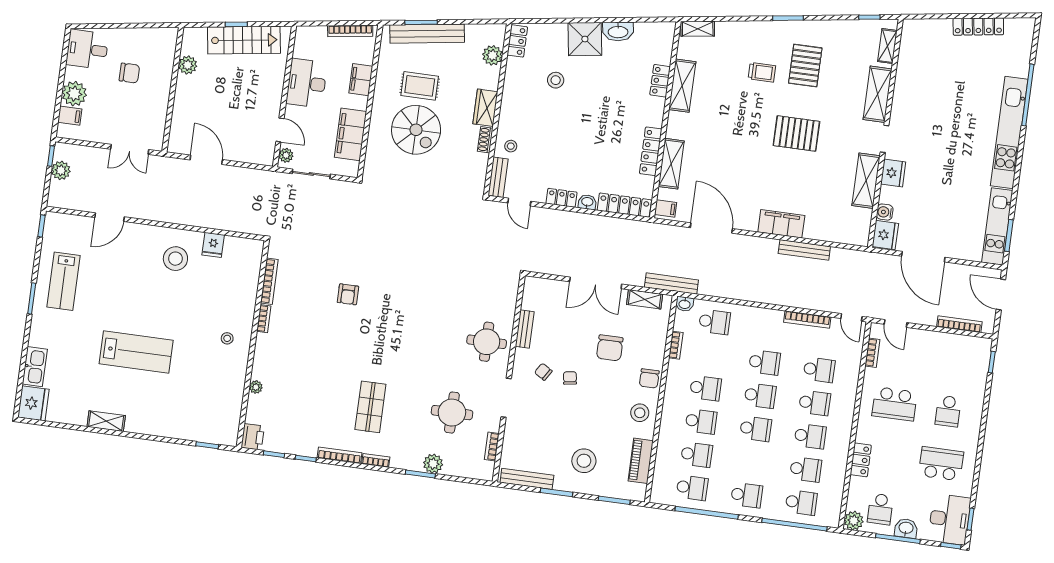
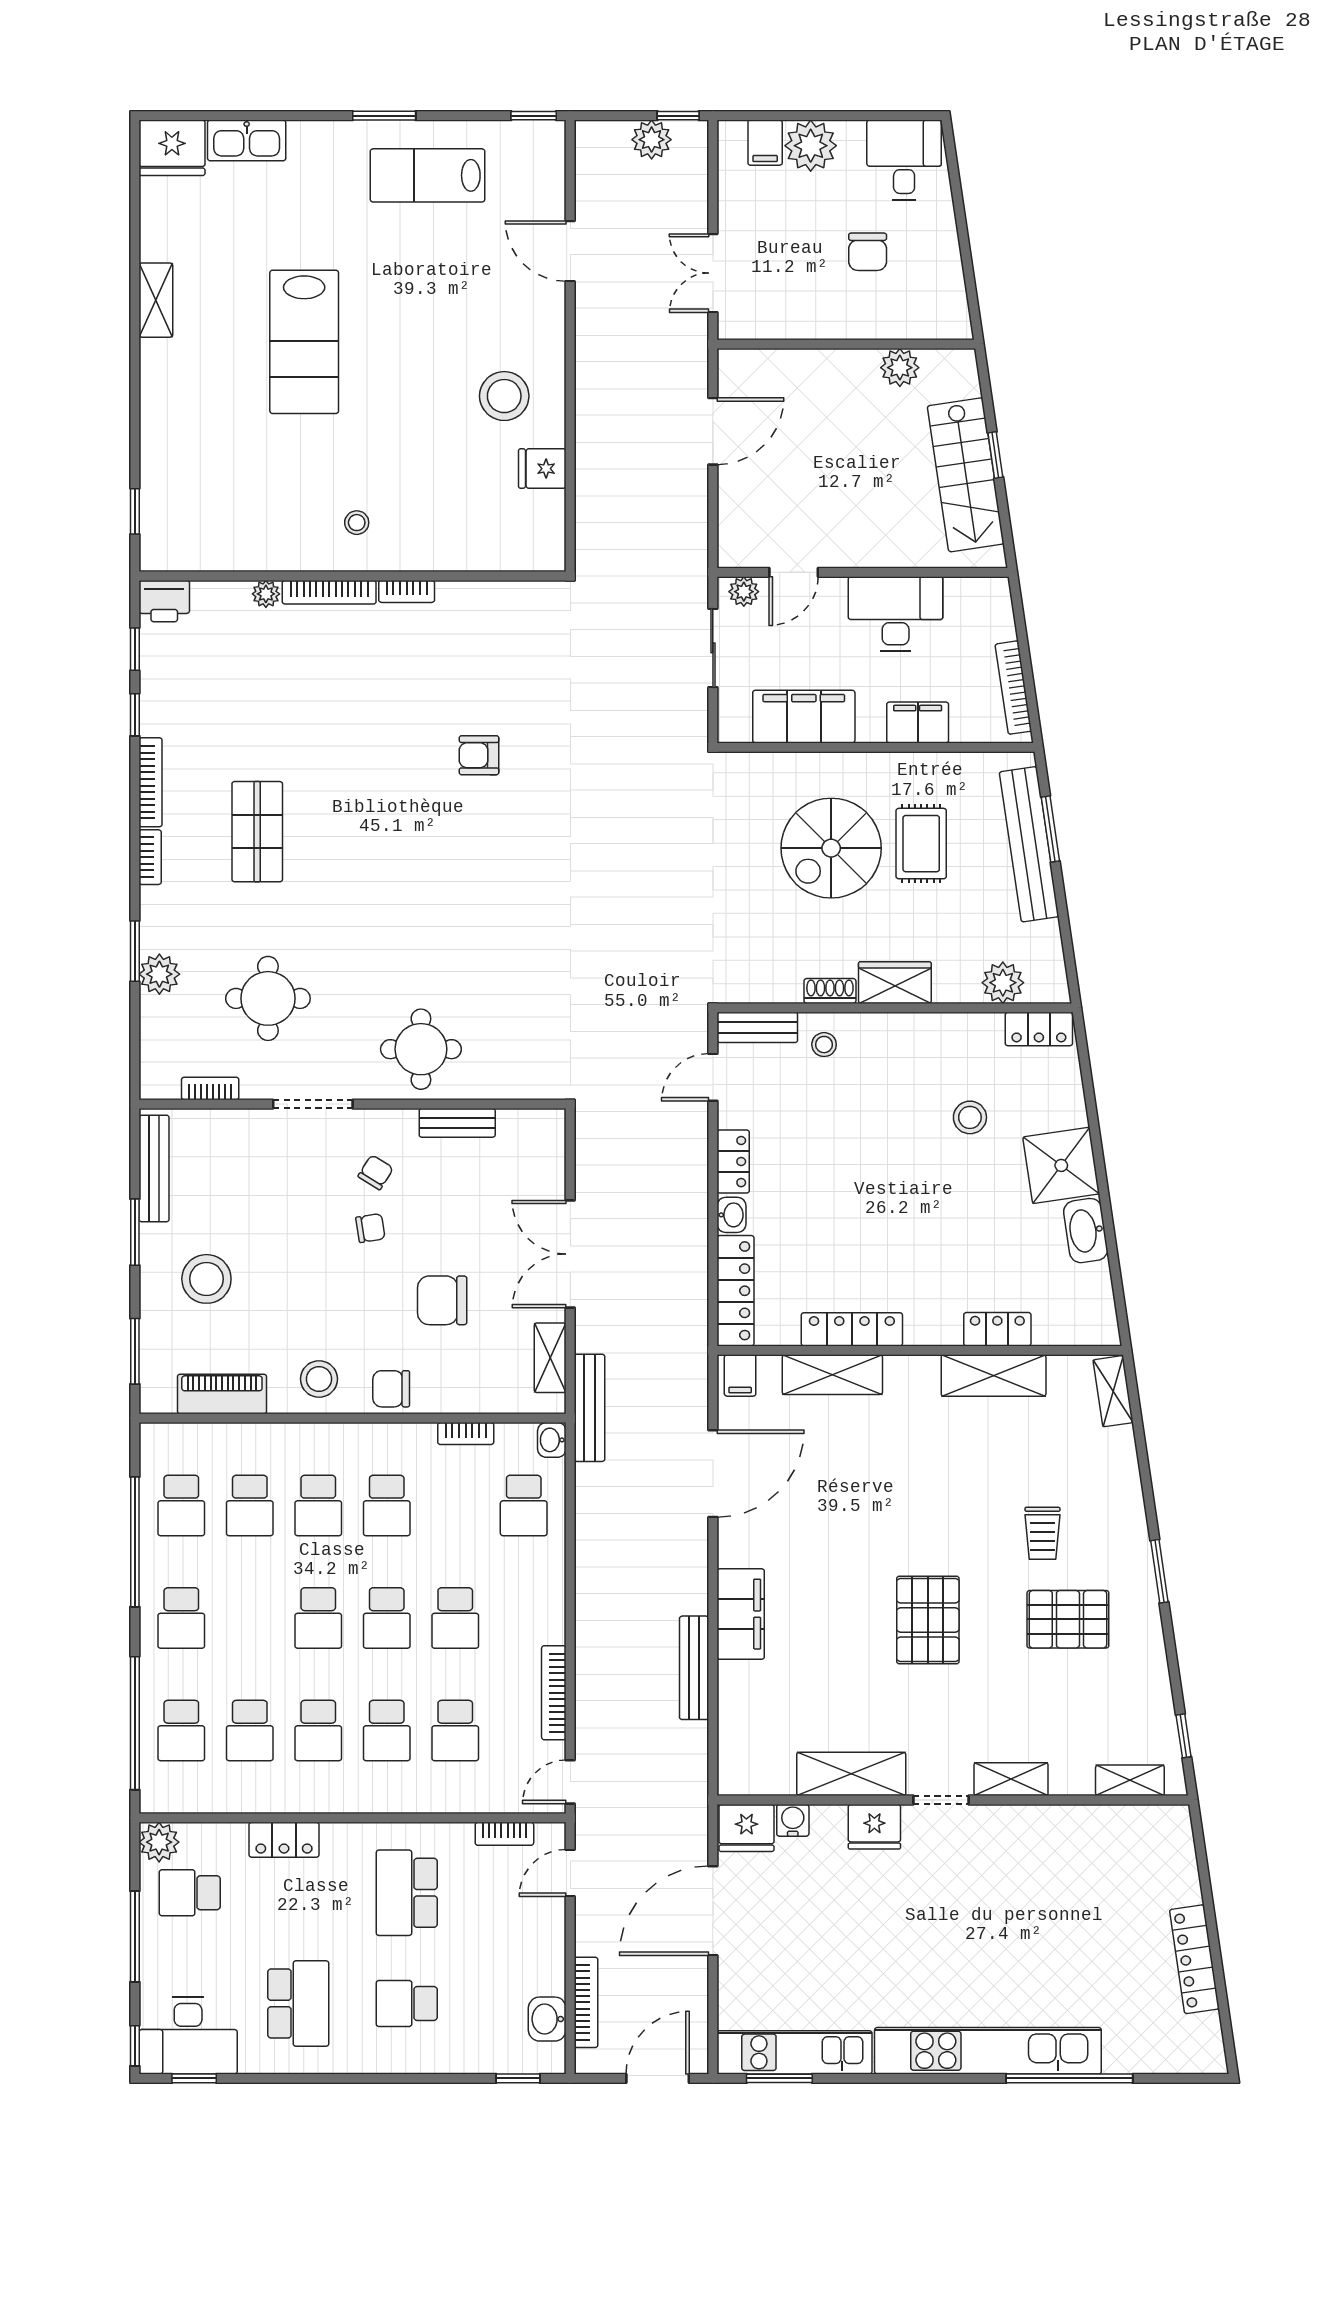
shelving: (878, 94) -> (1011, 1779), width x0.67, depth x0.75
bookcase: (269, 281) -> (329, 592), moved
shop shelf: (370, 407) -> (257, 832), turned 90
washbasin: (906, 528) -> (547, 2019), moved, turned 180

